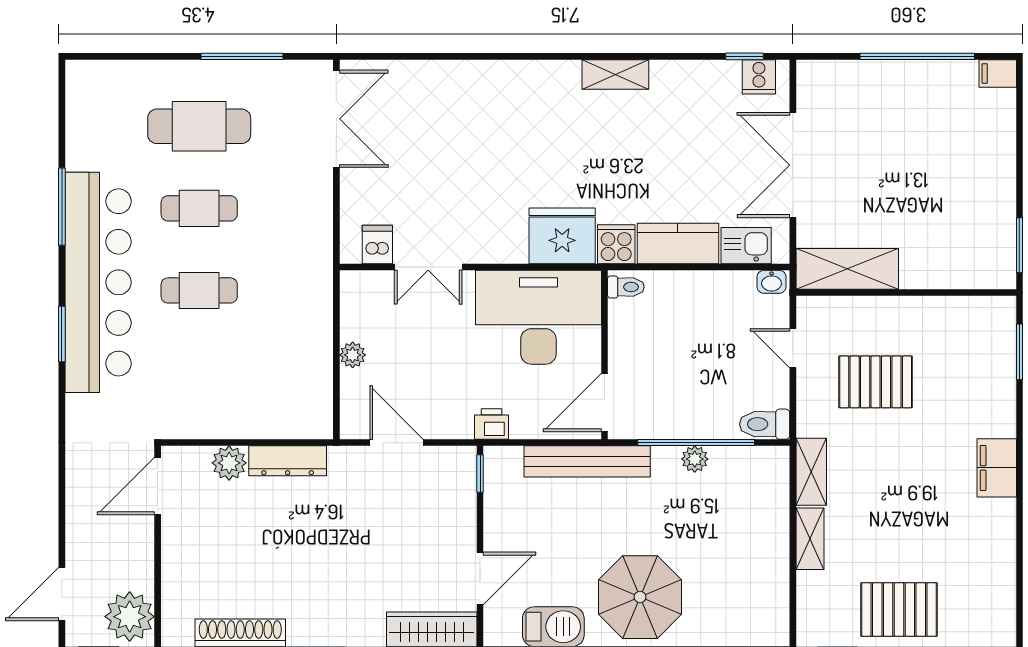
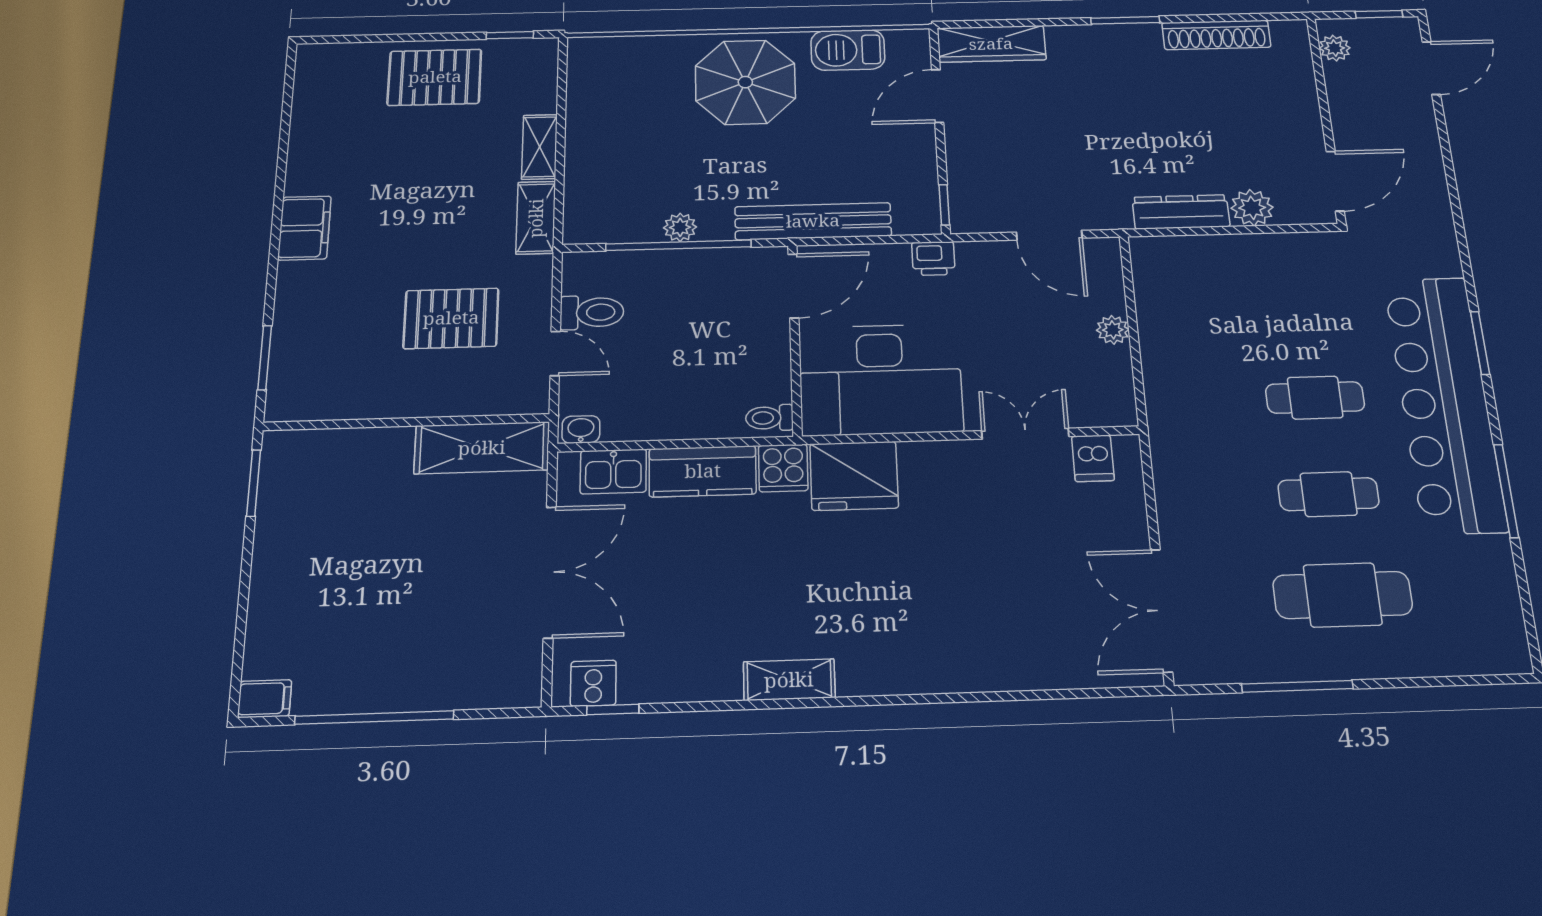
toilet: (765, 424) -> (592, 312), moved
plant: (130, 617) -> (1335, 48), width x0.53, depth x0.53

